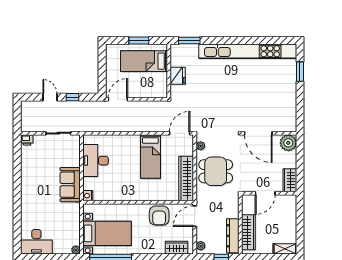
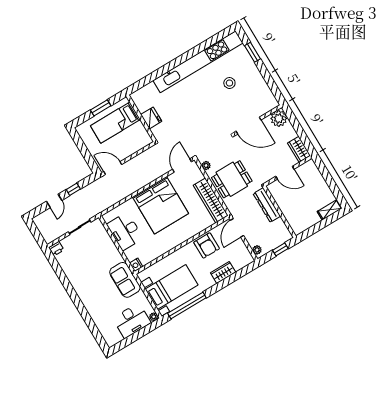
window: (189, 40) -> (143, 82), removed
stool: (264, 86) -> (229, 83), added
door: (50, 97) -> (54, 201), swing flipped
door: (118, 99) -> (113, 168), hinge flipped
bed: (150, 156) -> (160, 205), width x2.04
sofa: (70, 185) -> (125, 280), moved
door: (265, 193) -> (285, 173), hinge flipped
wardrobe: (248, 232) -> (290, 214), removed
dresser: (233, 236) -> (267, 205), moved
desk: (36, 242) -> (132, 321), moved
wardrobe: (177, 248) -> (223, 273), moved

